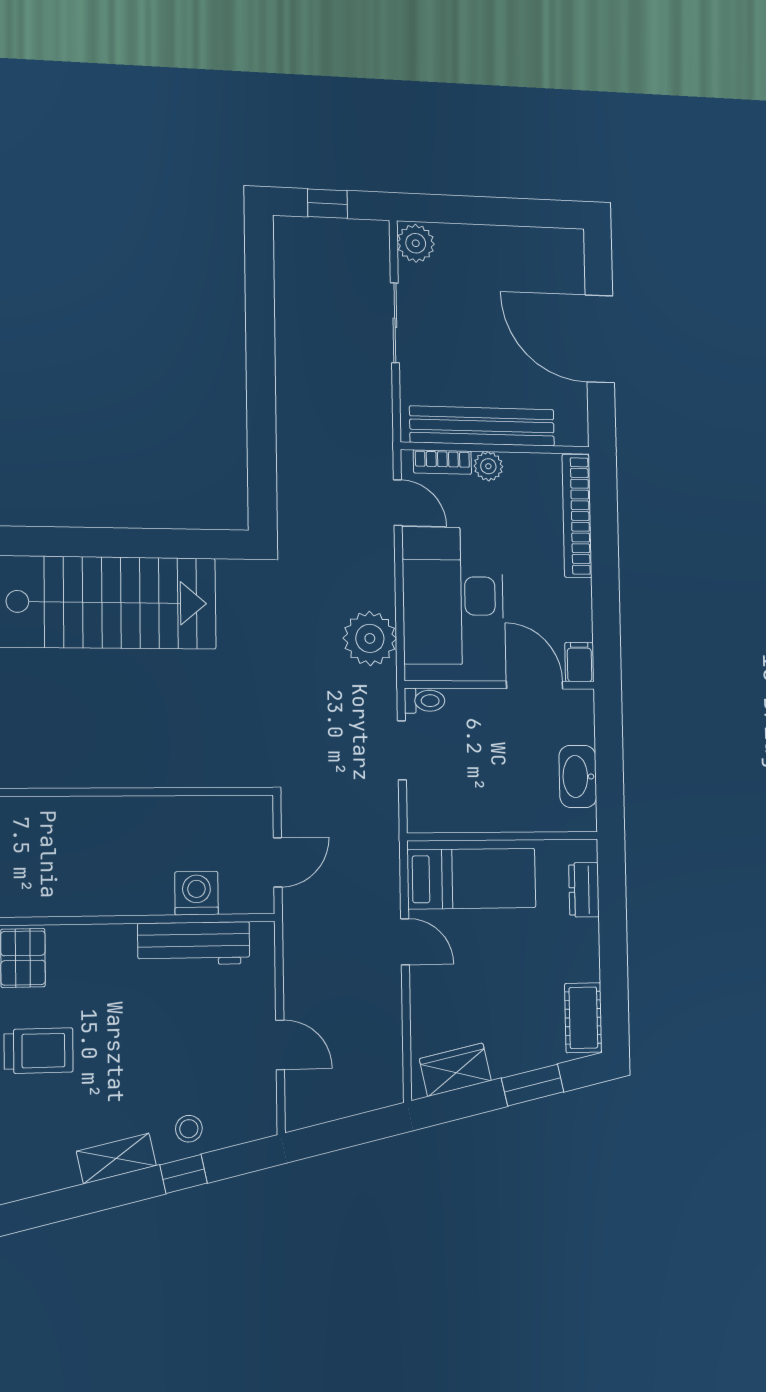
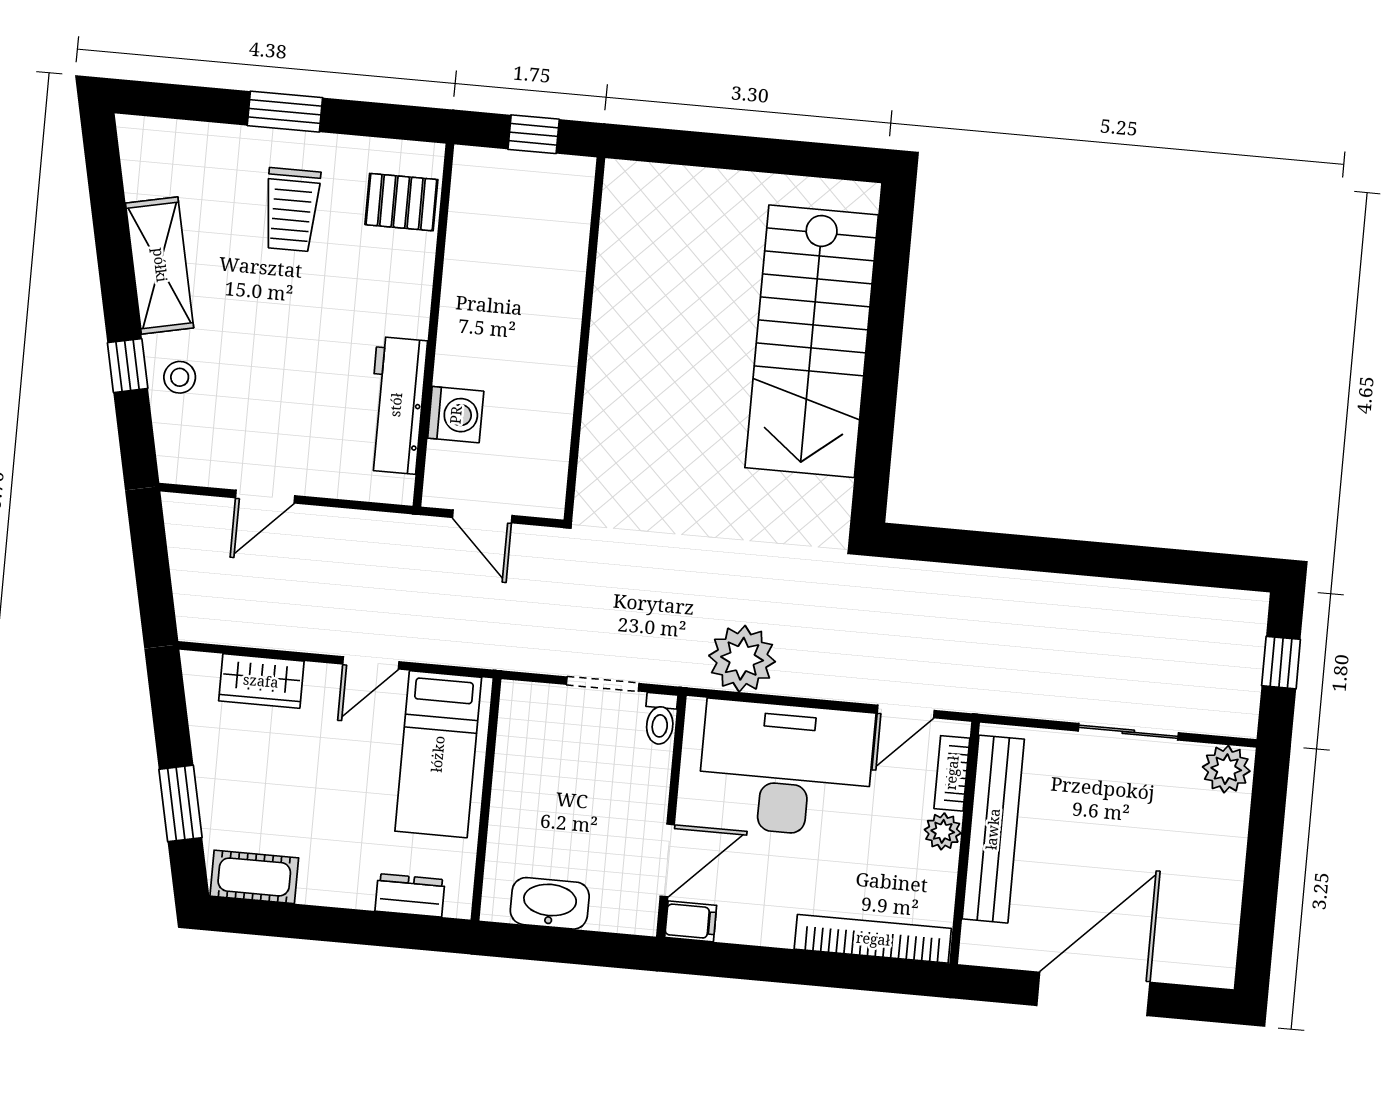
wardrobe: (455, 1070) -> (261, 681), moved, turned 102
shelving: (116, 1158) -> (160, 265), width x1.50, depth x1.33

